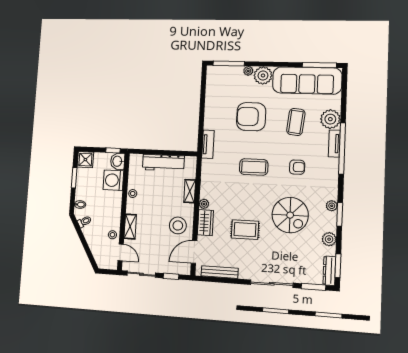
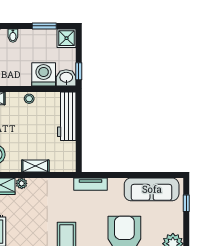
window: (229, 63) -> (186, 203), width x0.46
plant: (248, 71) -> (178, 227), removed
sofa: (215, 92) -> (152, 189), added
workbench: (163, 163) -> (67, 116), moved

